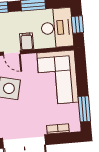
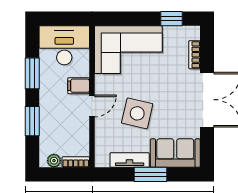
window: (77, 24) -> (62, 19), removed
window: (84, 109) -> (172, 19), width x0.67

